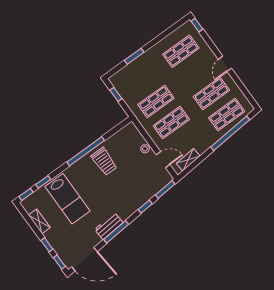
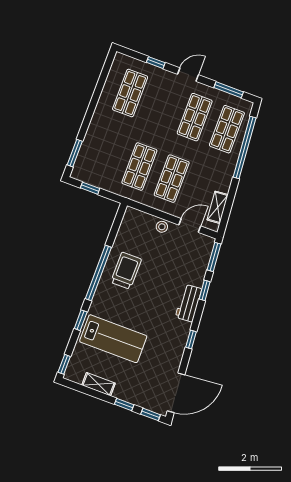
window: (197, 25) -> (156, 63), moved
window: (134, 56) -> (75, 153), moved
door: (225, 64) -> (188, 75), swing flipped
window: (244, 90) -> (229, 90), added
trolley: (104, 161) -> (126, 271), turned -90
window: (43, 182) -> (81, 320), moved
workbench: (109, 226) -> (188, 303), moved
window: (116, 232) -> (191, 340), width x0.46

